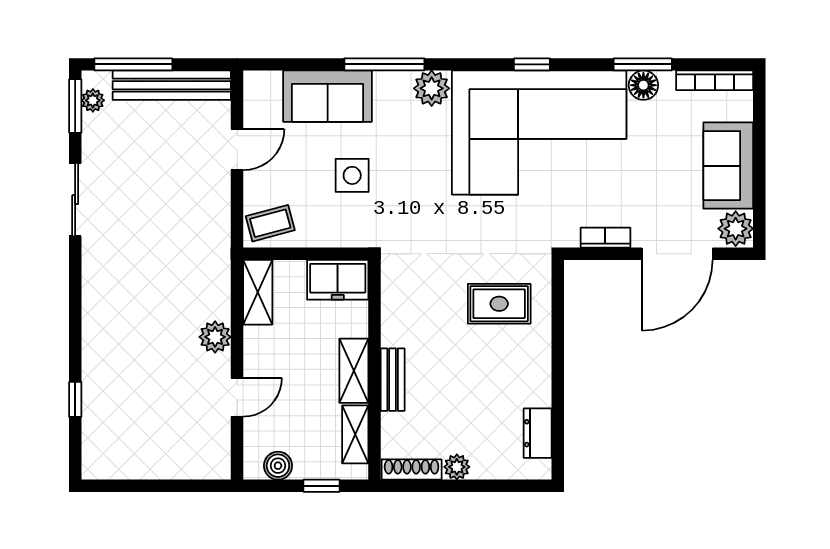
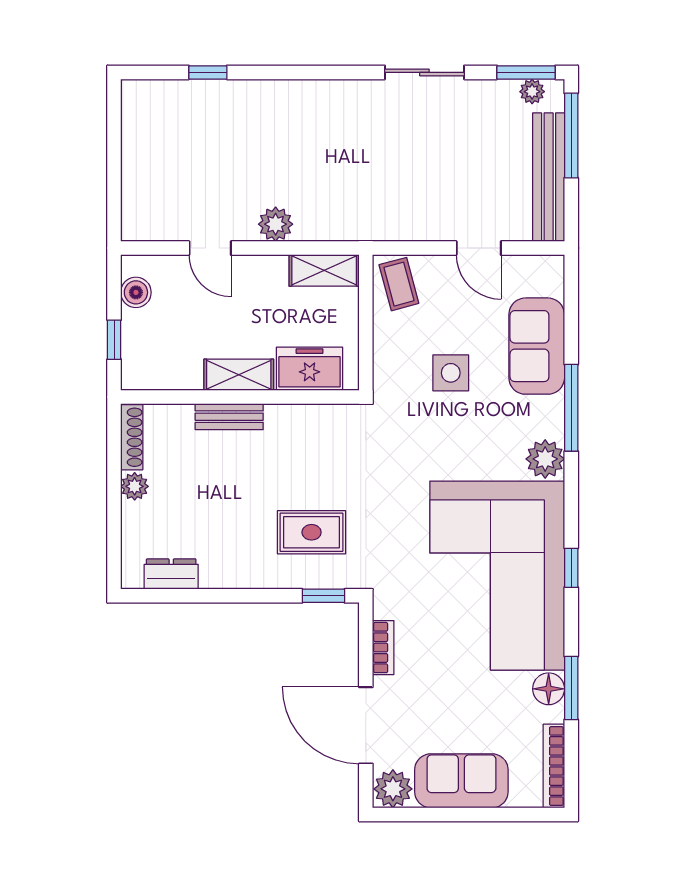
freezer: (338, 280) -> (310, 369), moved, turned 90
window: (558, 293) -> (323, 596), added
rug: (499, 304) -> (312, 532), turned 90
shelving: (355, 434) -> (170, 376), removed

